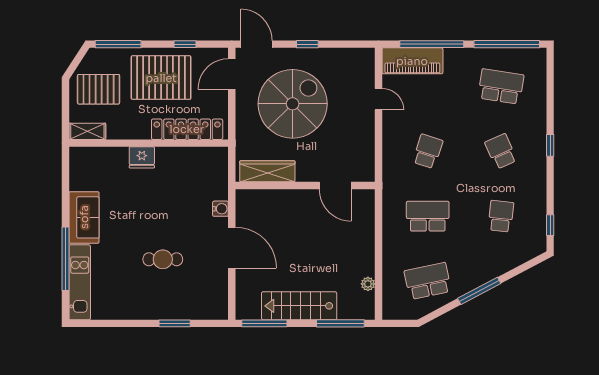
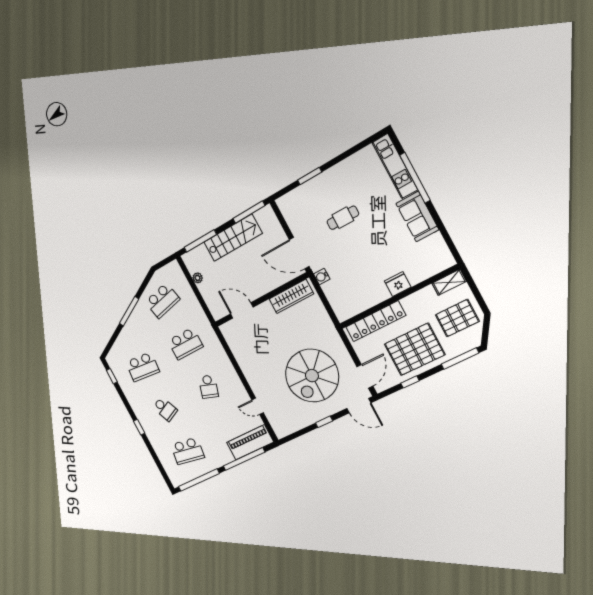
wardrobe: (267, 171) -> (291, 296), moved
wall: (305, 186) -> (261, 300), moved
door: (335, 186) -> (242, 310), moved
school desk: (501, 216) -> (143, 367), width x1.85

